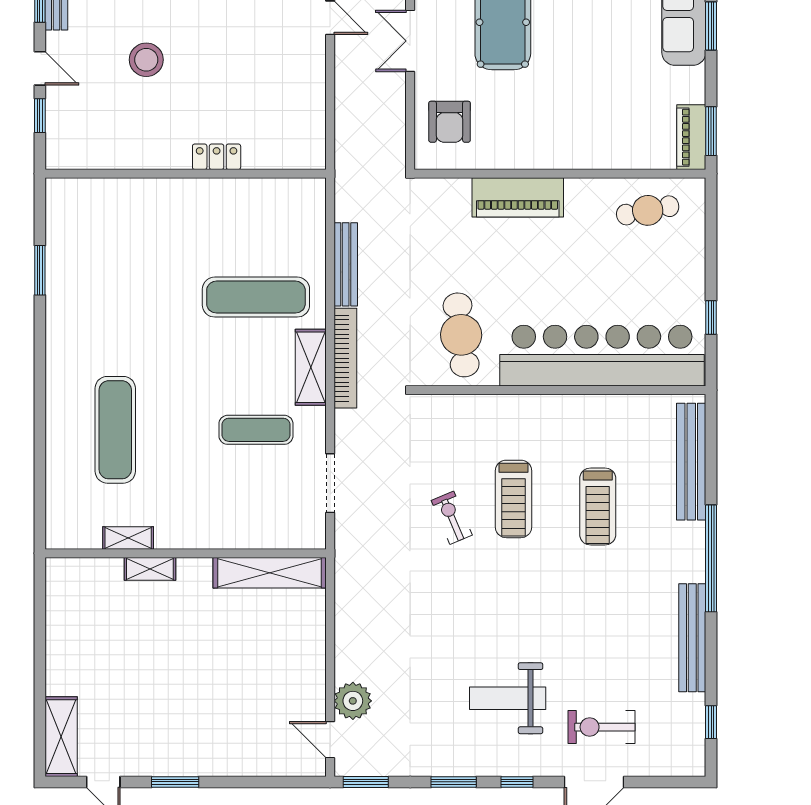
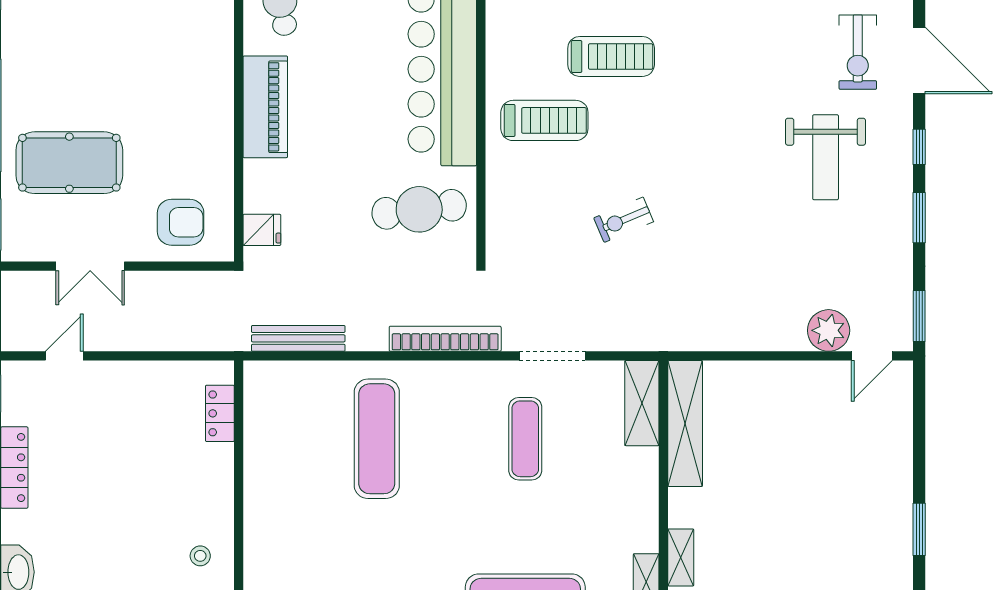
stool: (146, 60) -> (200, 556), moved, width x0.53, depth x0.53
locker: (217, 157) -> (220, 413), moved
fridge: (443, 194) -> (262, 230), added
piano: (518, 197) -> (265, 107), moved
bench: (346, 264) -> (298, 338), moved
shelving: (311, 367) -> (642, 403), moved, turned 90
doorway: (330, 483) -> (552, 356), moved
treadmill: (514, 499) -> (544, 120), moved

